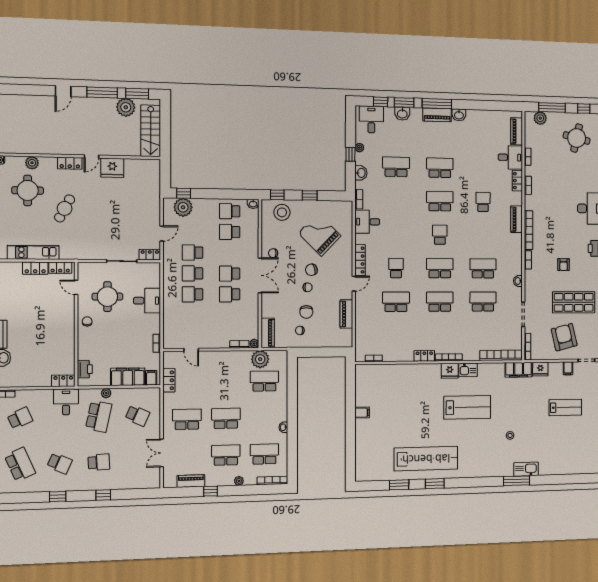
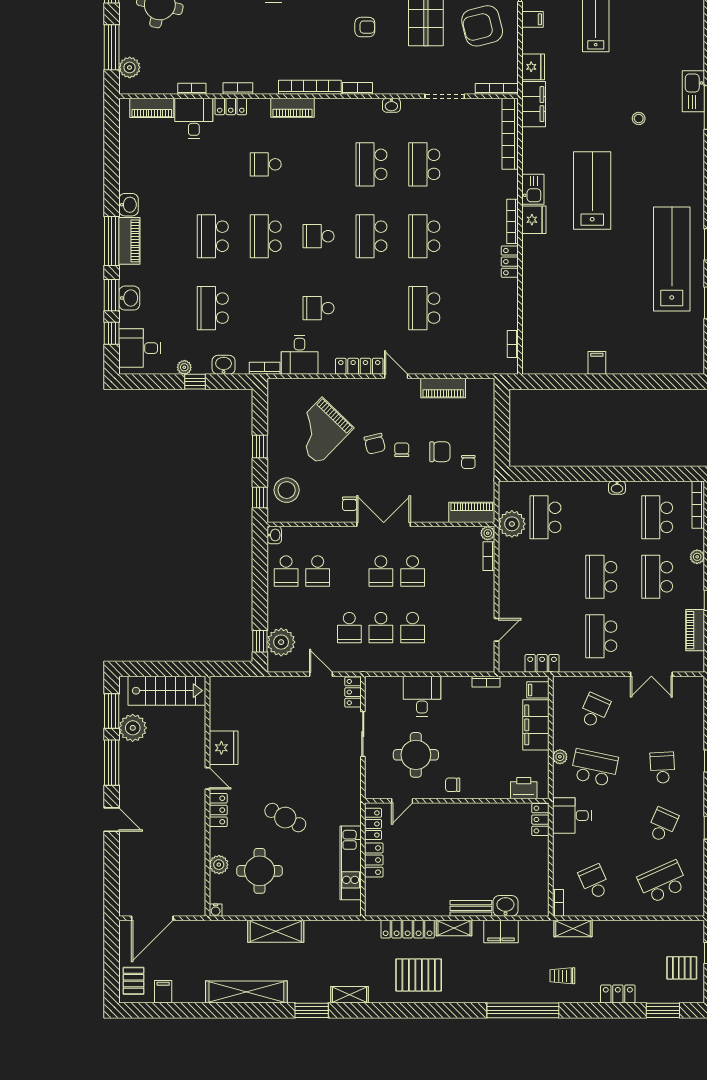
school desk: (396, 268) -> (319, 308), moved

